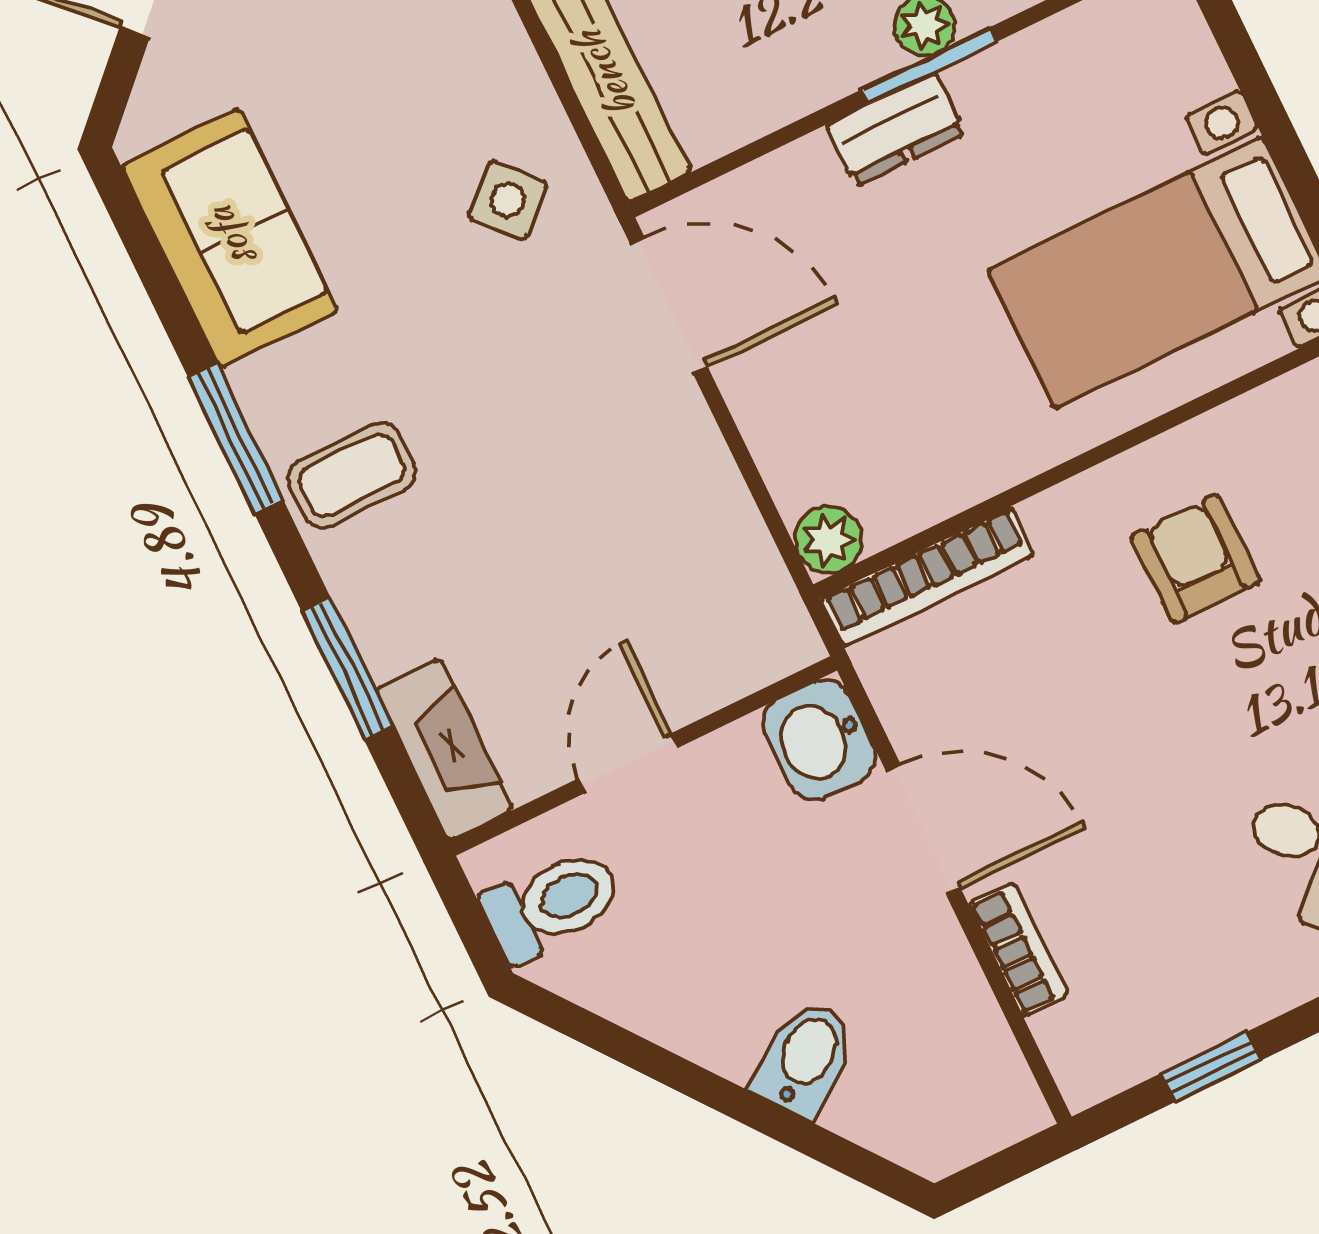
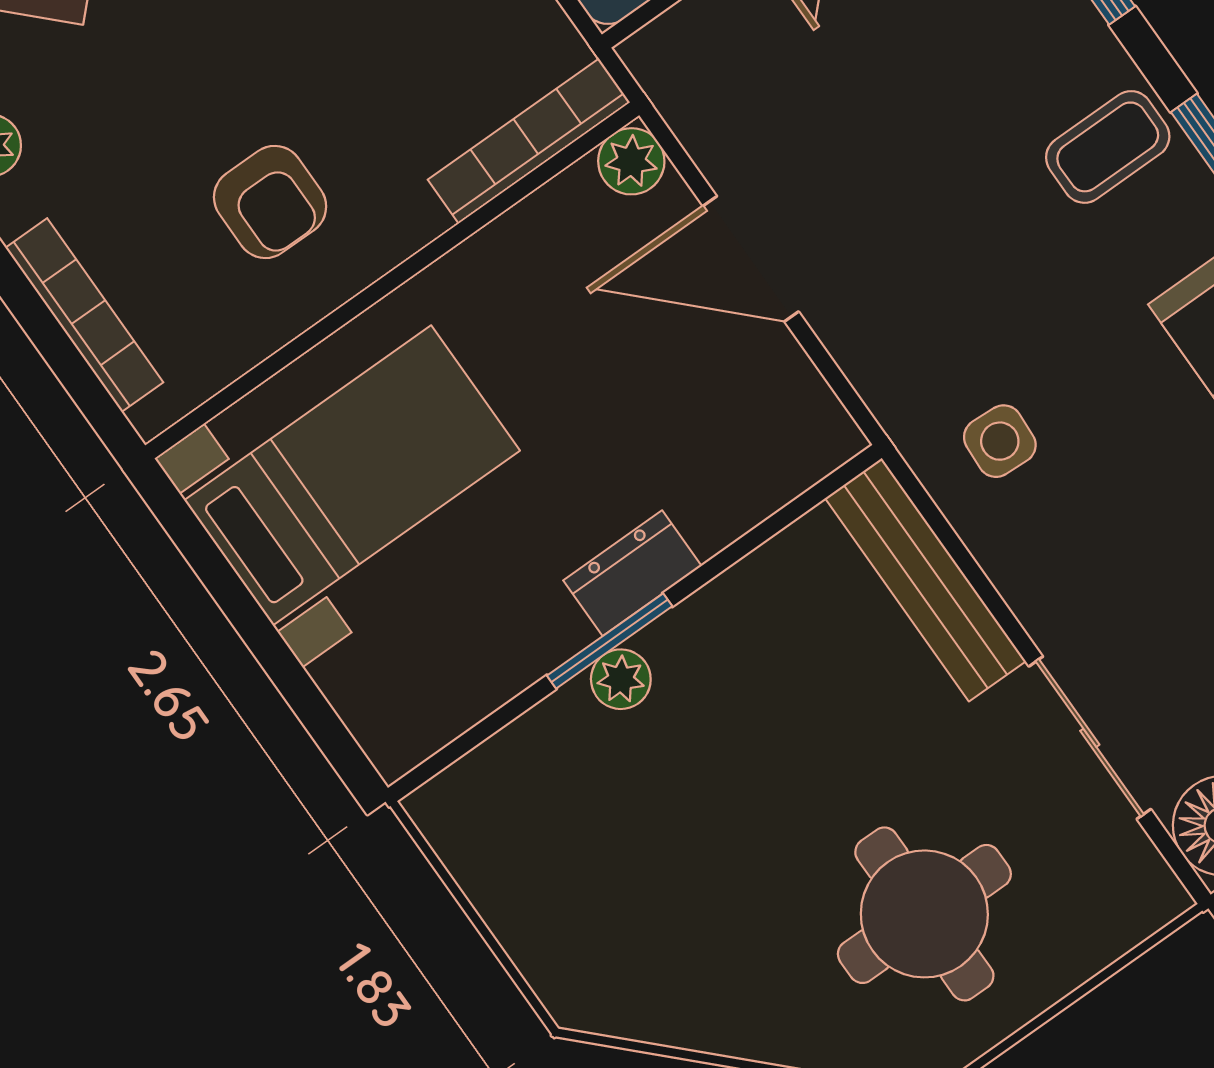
side table: (508, 200) -> (1000, 441), turned 45
door: (669, 306) -> (751, 259), moved

